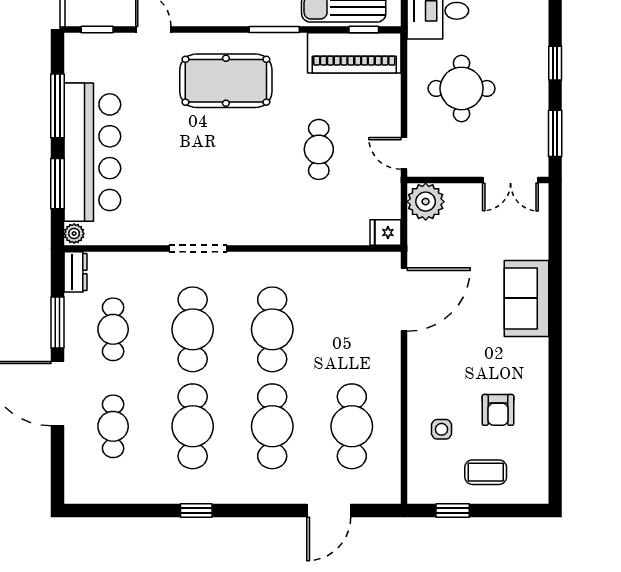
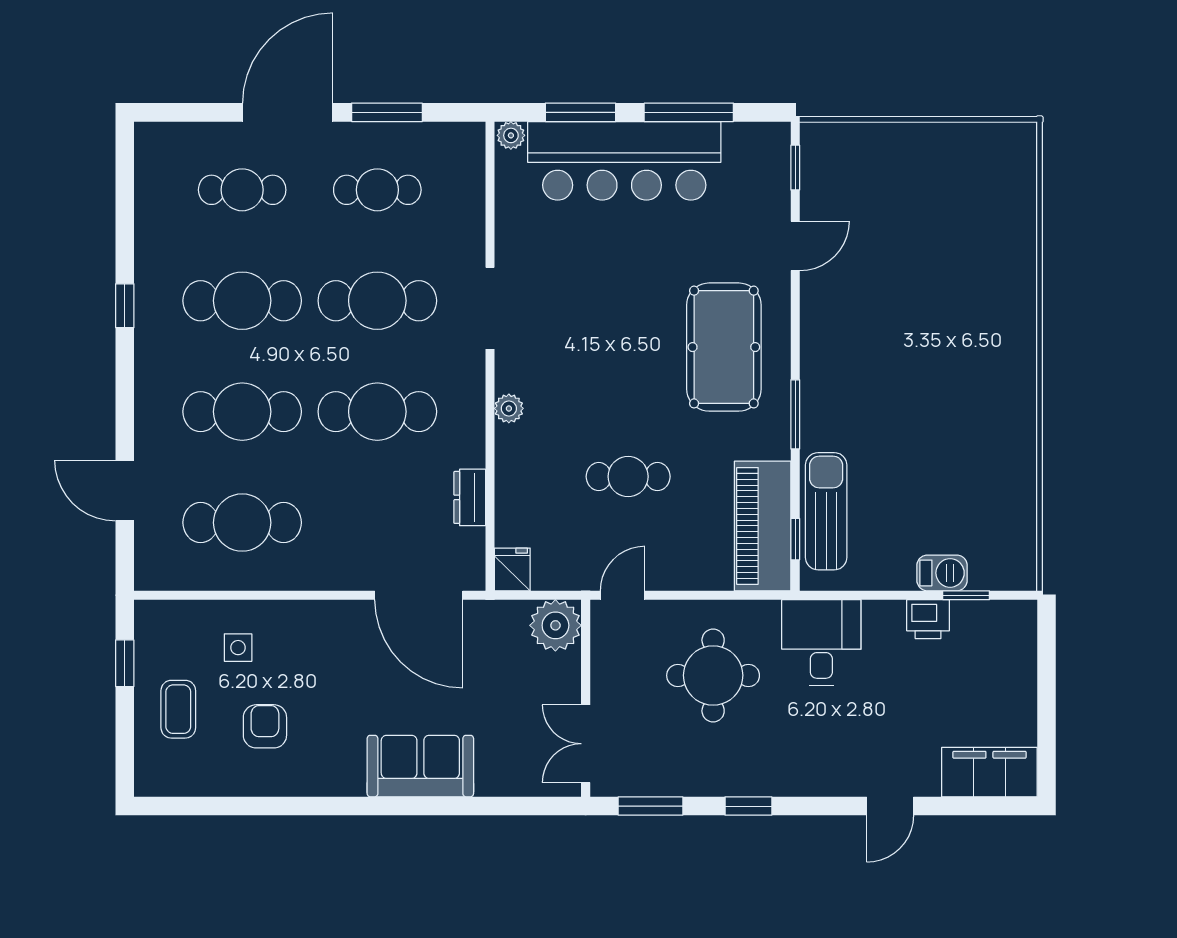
plant: (270, 235) -> (509, 408), added
dresser: (75, 272) -> (470, 497), moved, turned 90
armchair: (498, 410) -> (265, 726), turned 90

